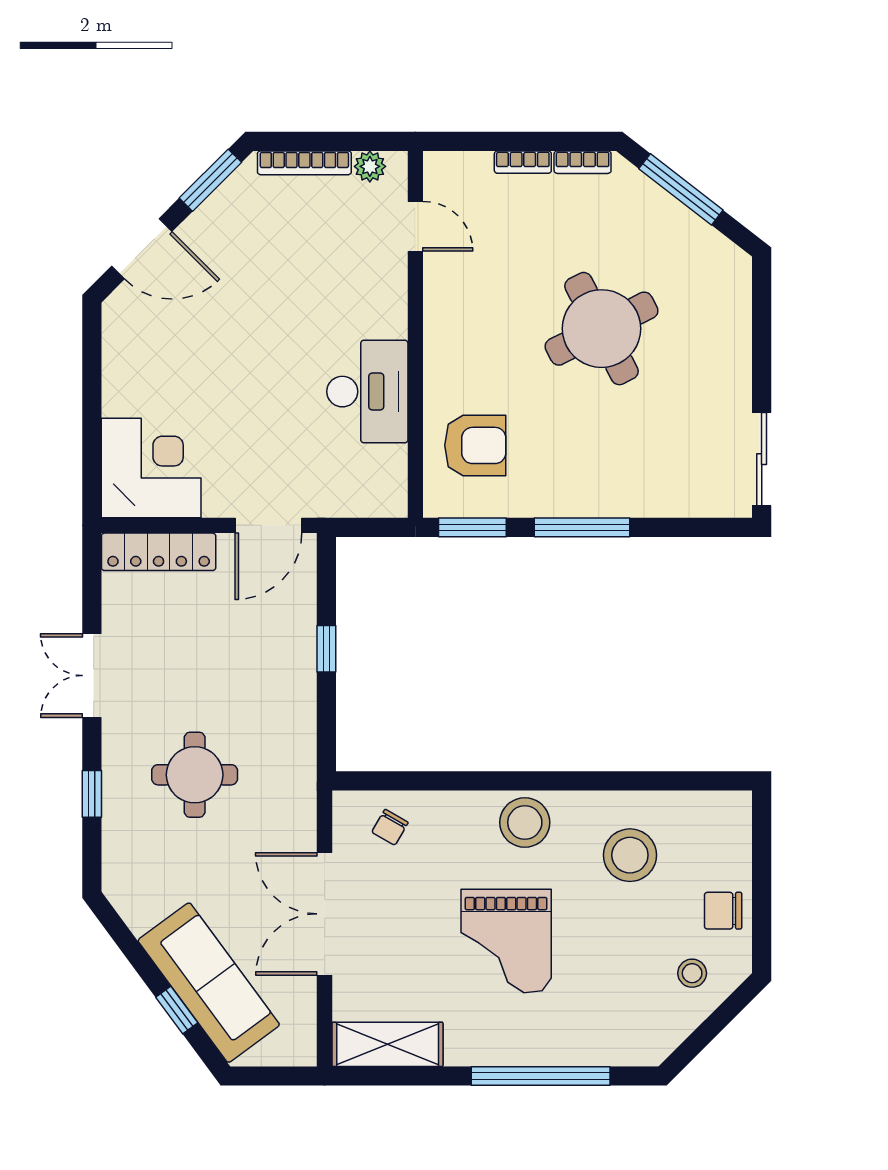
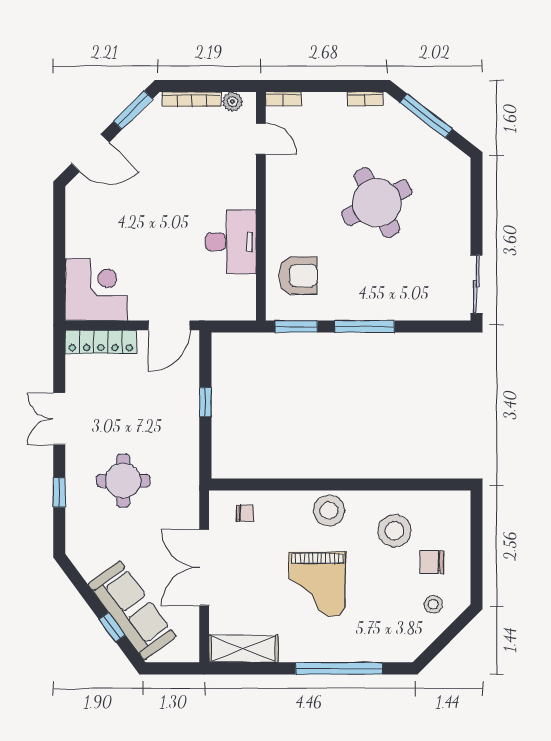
bookcase: (523, 162) -> (283, 99), moved
chair: (390, 827) -> (245, 513), turned -120
chair: (723, 911) -> (432, 562), moved

